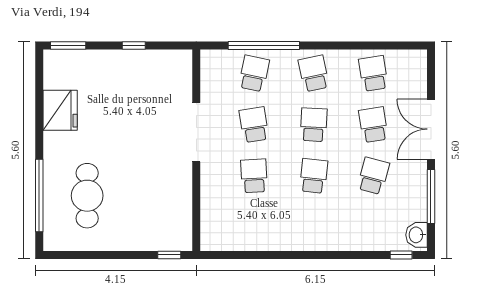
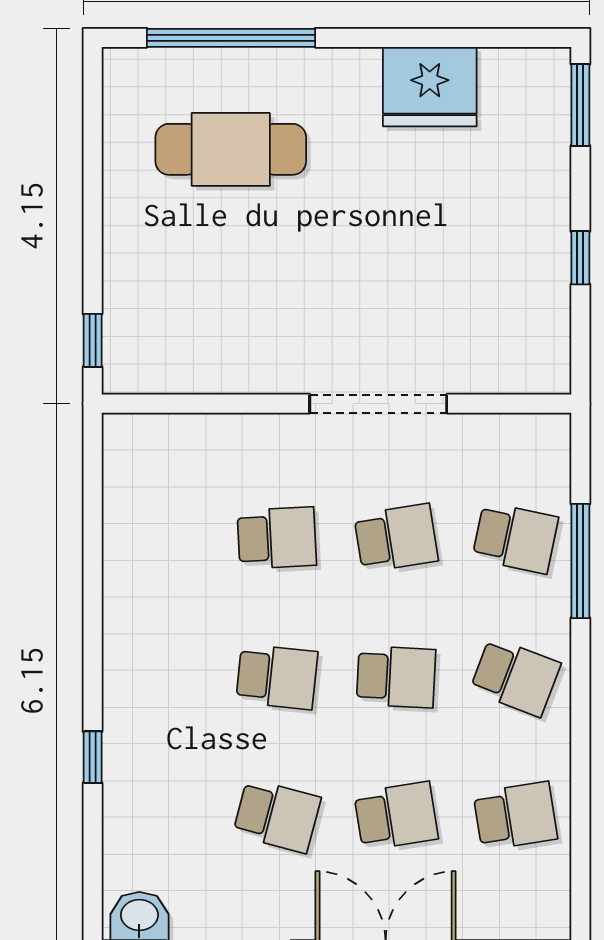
window: (264, 46) -> (580, 561), width x0.68
school desk: (314, 73) -> (515, 677), turned 33
window: (401, 255) -> (93, 757), moved

